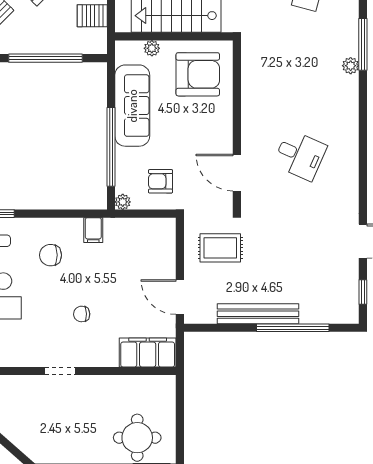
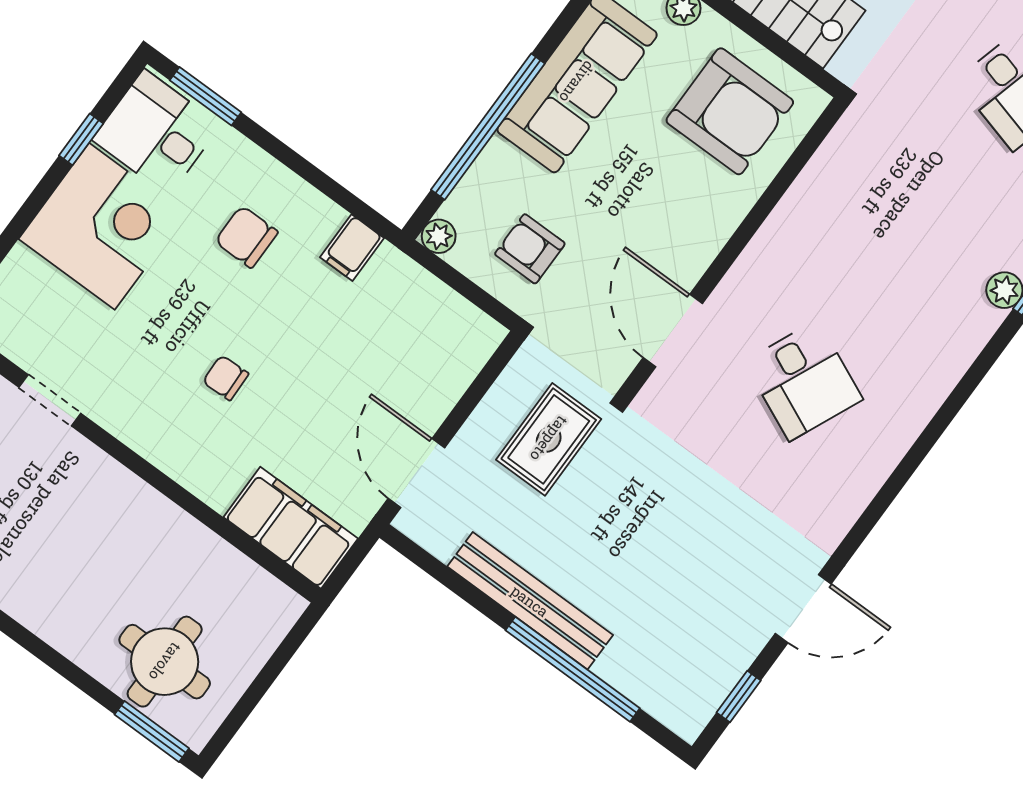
rug: (220, 248) -> (549, 439), turned 90
doorway: (60, 371) -> (50, 400), moved

